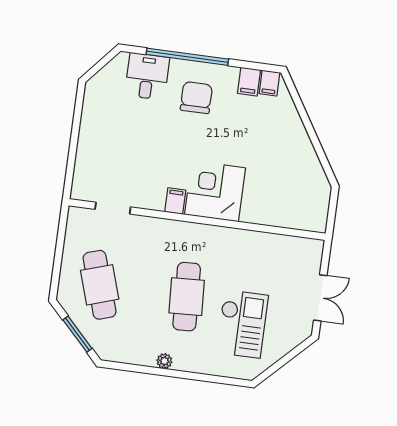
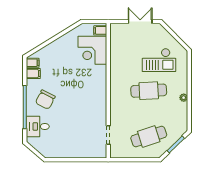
chair: (196, 98) -> (45, 100), turned -63
corner desk: (215, 191) -> (92, 50), moved
filing cabinet: (175, 201) -> (100, 30), moved
checkout: (242, 324) -> (159, 60), turned 180

